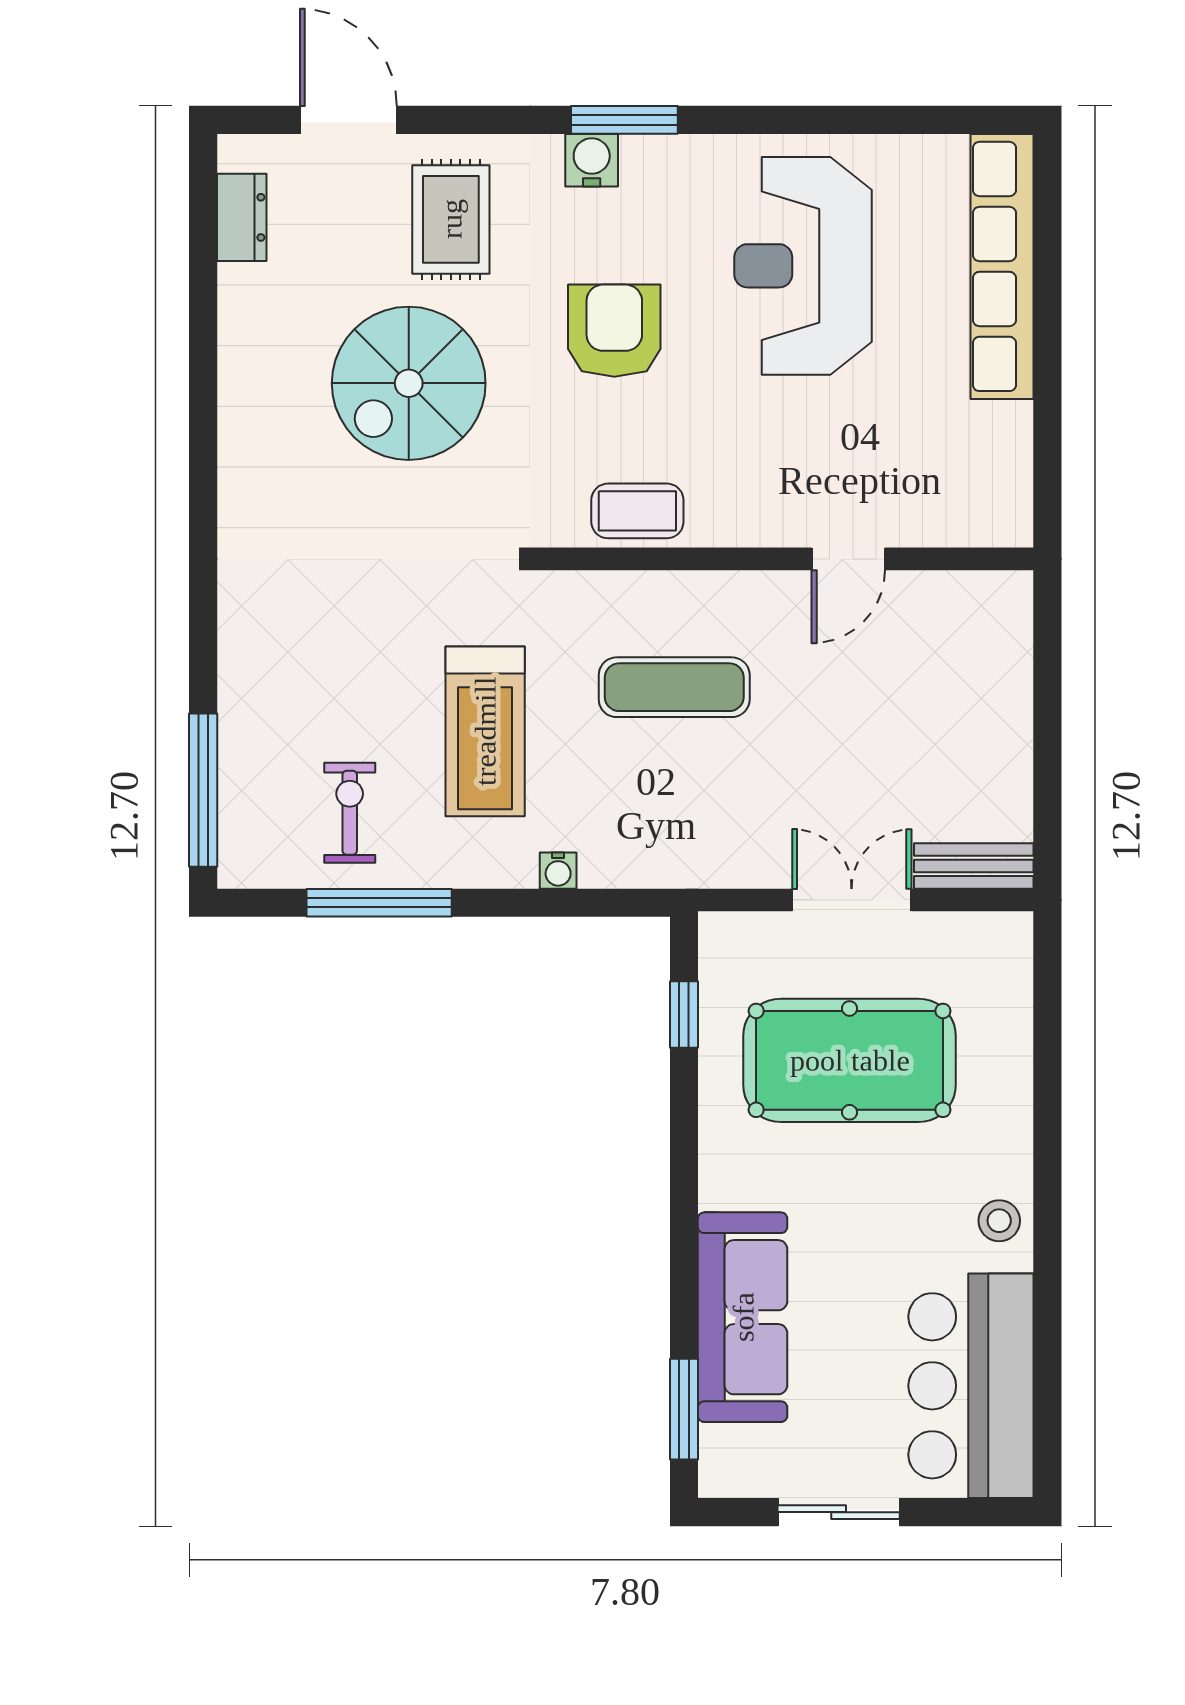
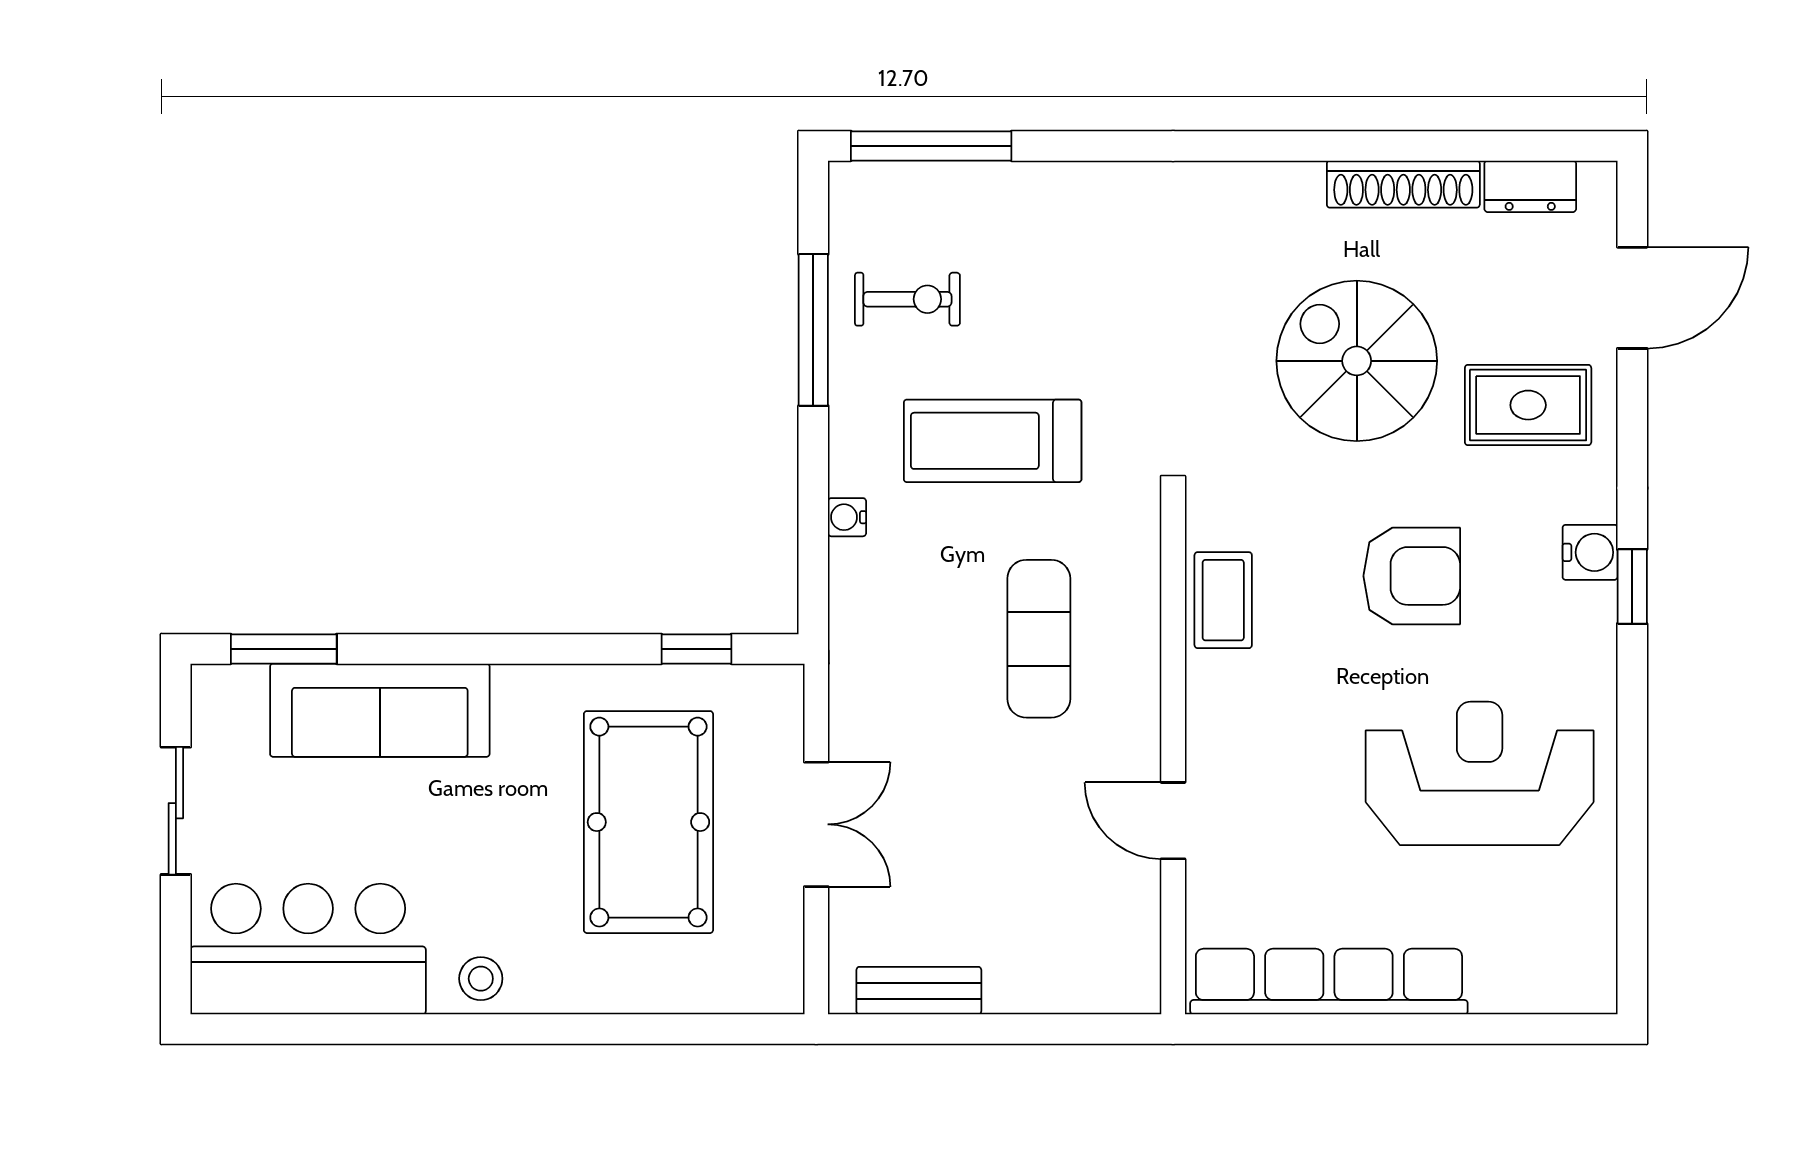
window: (624, 120) -> (1632, 587), width x0.67
row of seats: (1002, 266) -> (1329, 982), moved
shoe rack: (240, 339) -> (1403, 184), added
bench: (974, 866) -> (919, 991), moved, turned 90

